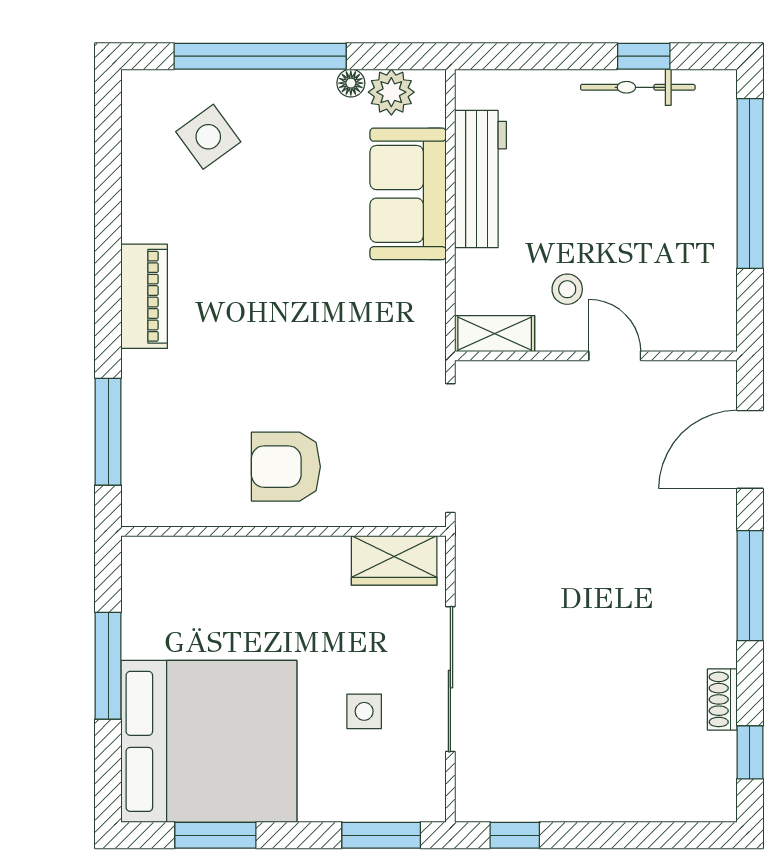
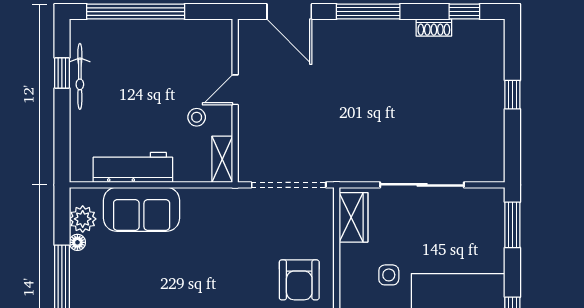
side table: (364, 711) -> (389, 275), moved
window: (515, 835) -> (512, 95), moved

